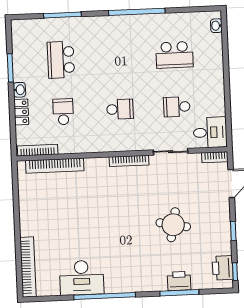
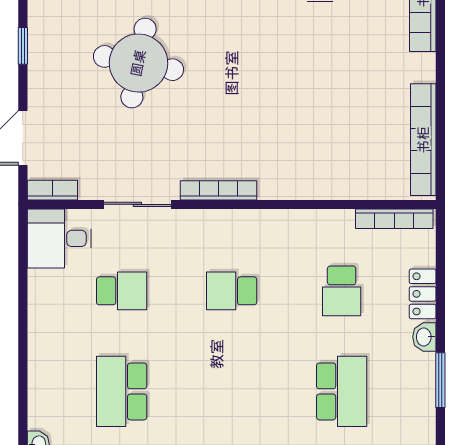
school desk: (174, 55) -> (122, 391), turned -90
bookcase: (55, 166) -> (423, 140), moved, turned -90
round table: (173, 225) -> (138, 63), width x1.36, depth x1.36

